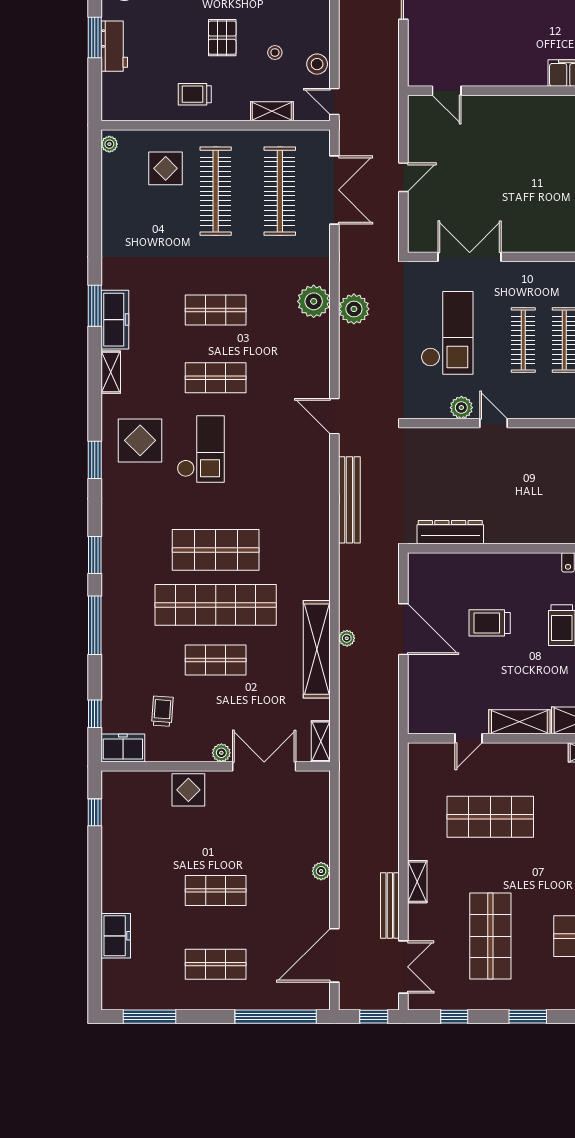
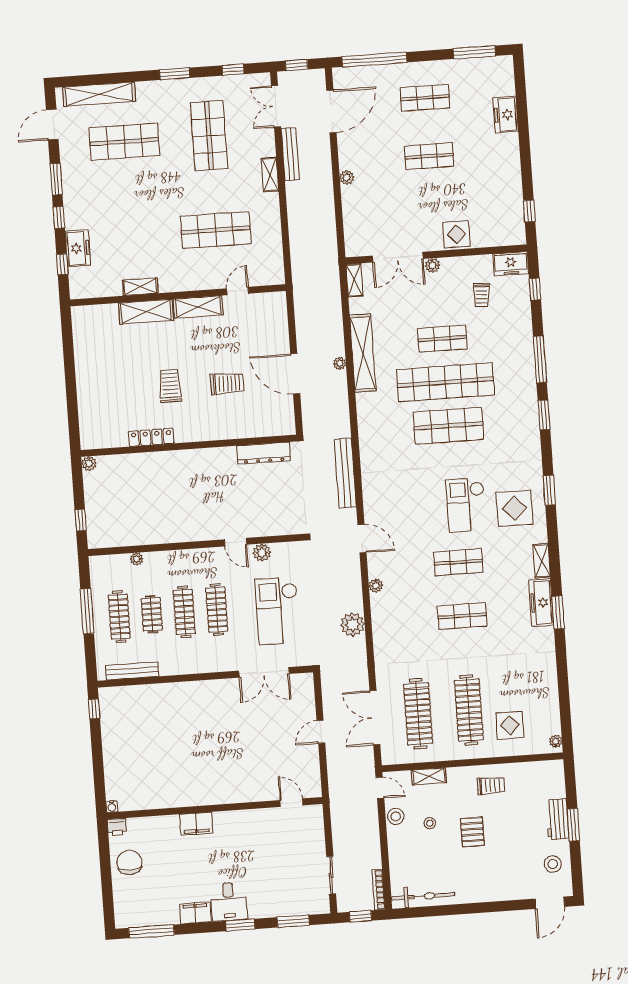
plant: (314, 301) -> (376, 586), moved, width x0.53, depth x0.53

